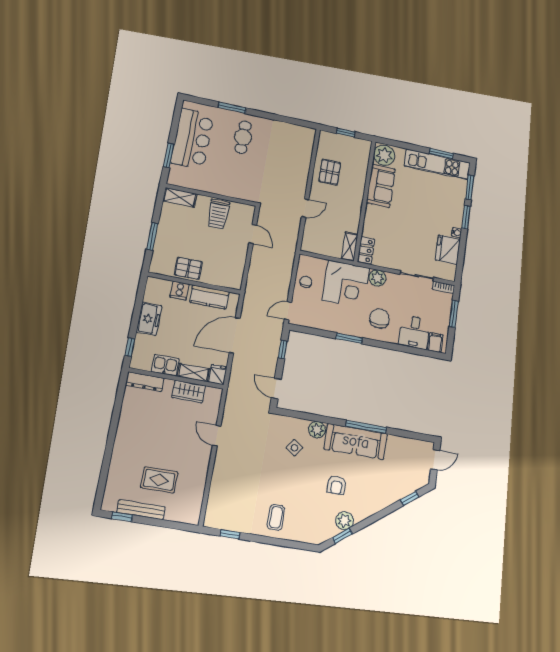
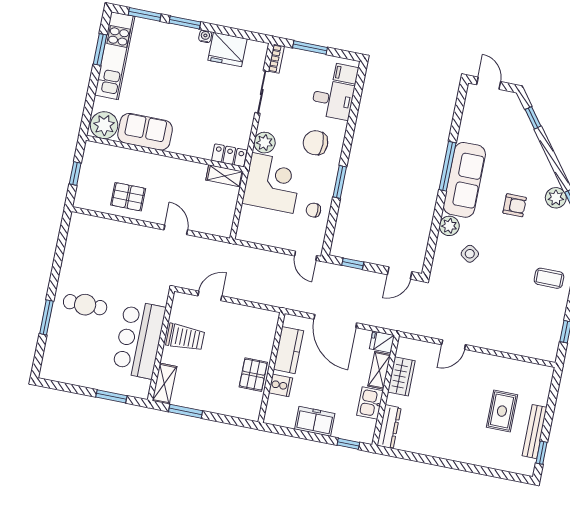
bar counter: (192, 139) -> (139, 339), moved, turned -90
window: (152, 236) -> (186, 411), moved
chair: (306, 282) -> (313, 210), moved

